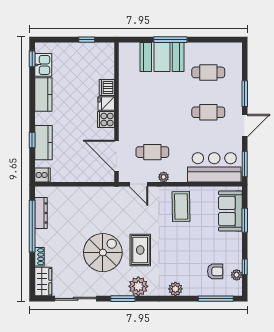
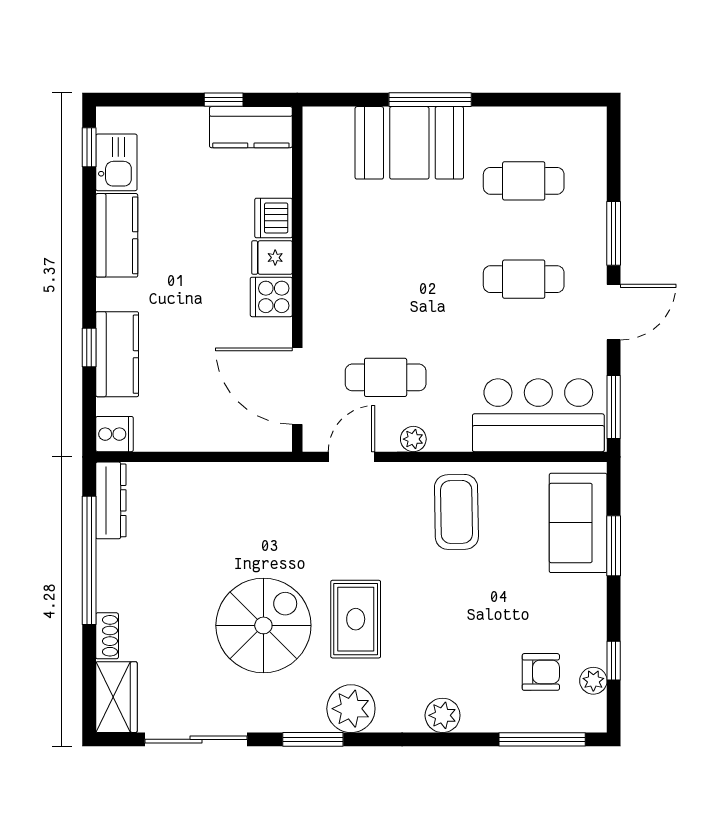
kitchen counter: (98, 51) -> (251, 127), added
door: (139, 184) -> (352, 457), swing flipped
dresser: (41, 213) -> (111, 500), moved

